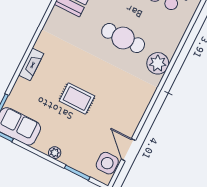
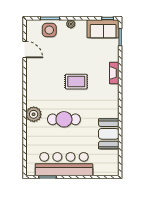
rug: (77, 99) -> (76, 82), moved
side table: (107, 163) -> (49, 30), moved

